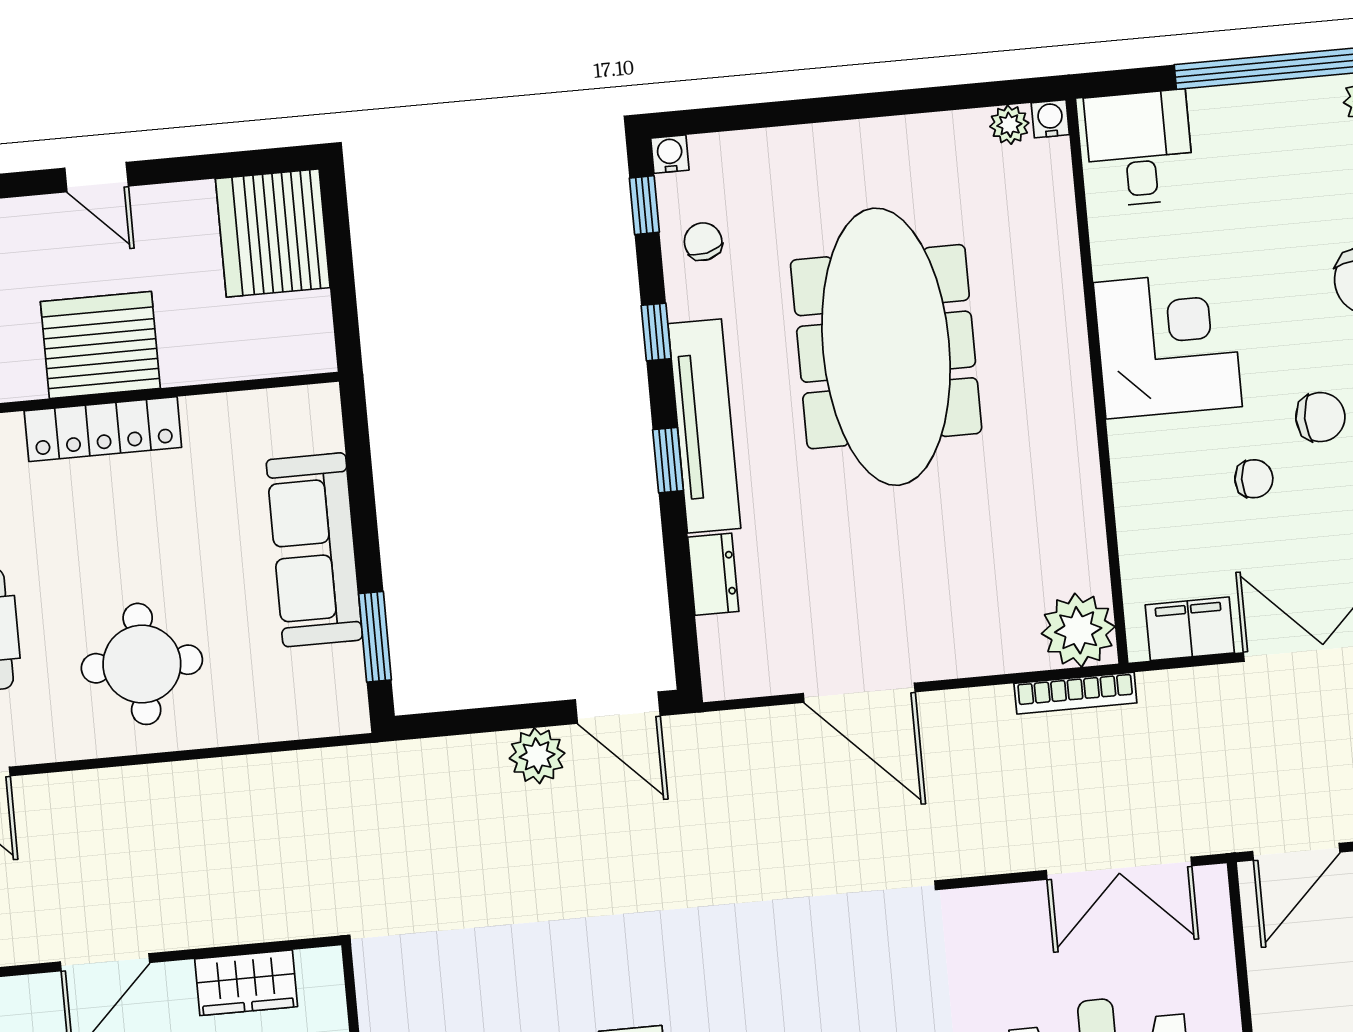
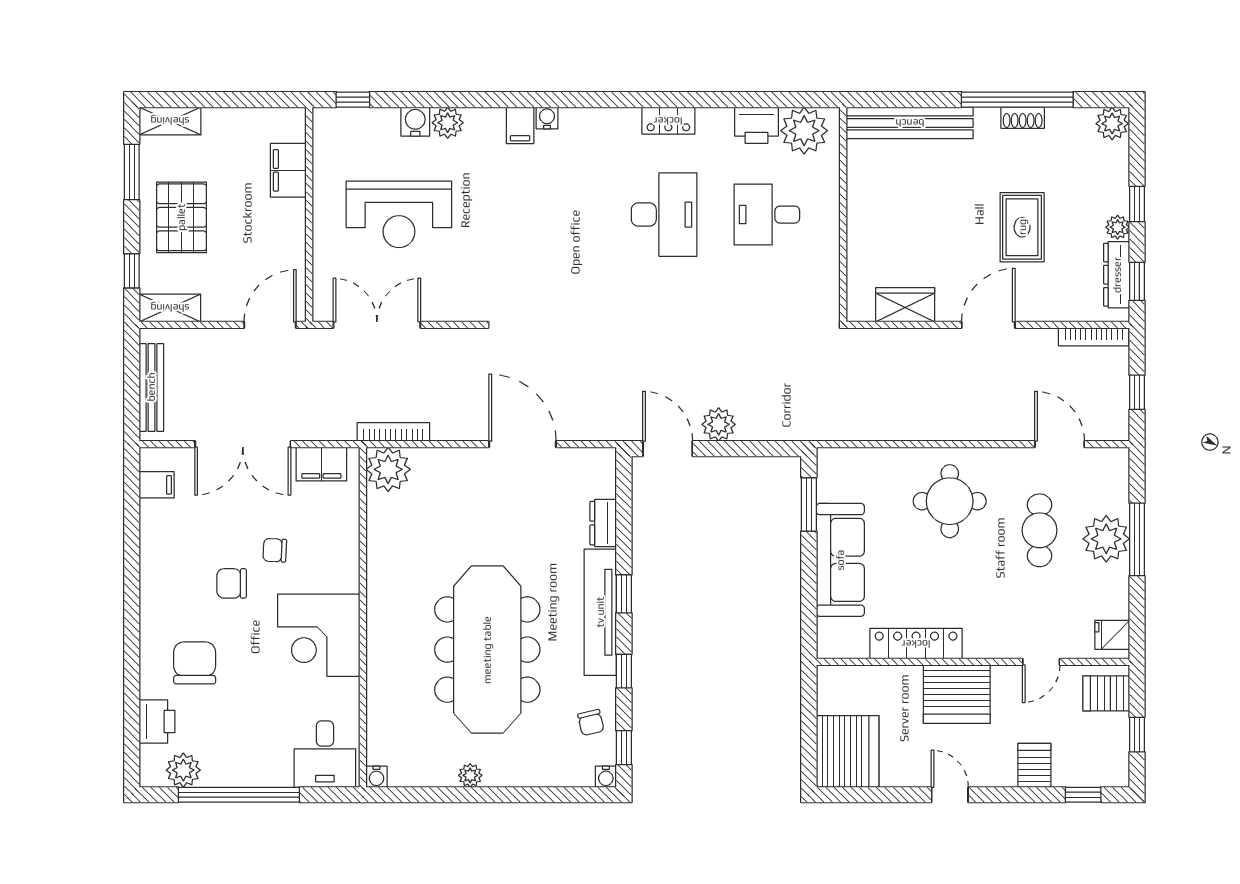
plant: (1009, 125) -> (470, 775), moved
locker: (103, 429) -> (916, 644), moved

